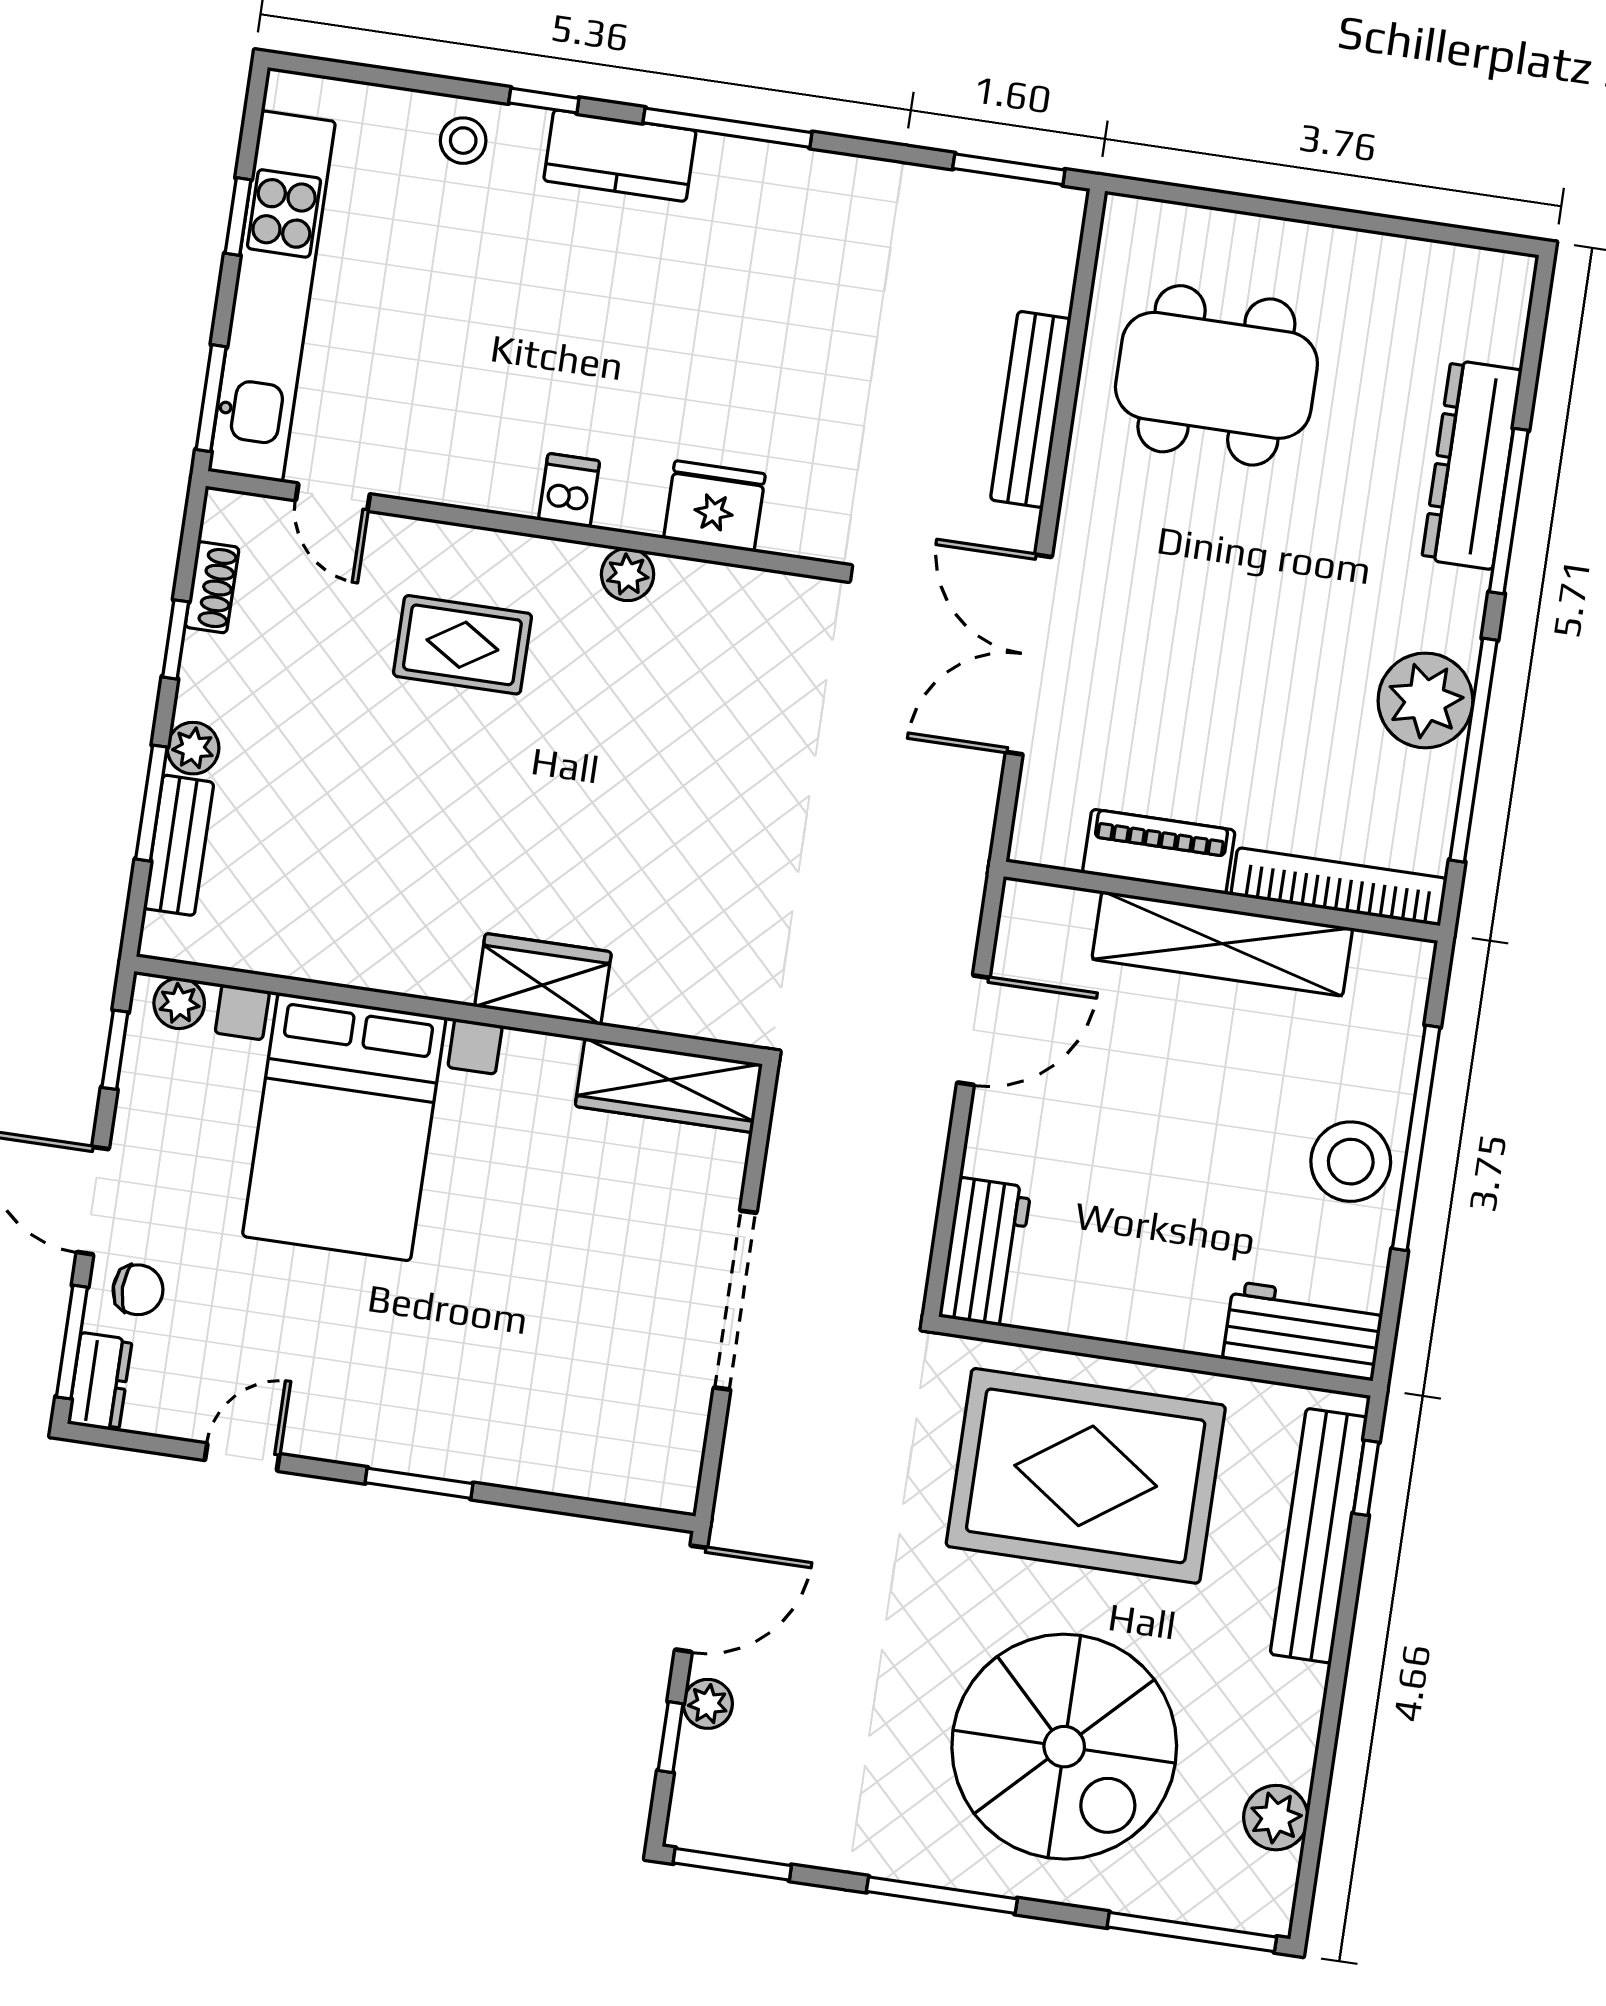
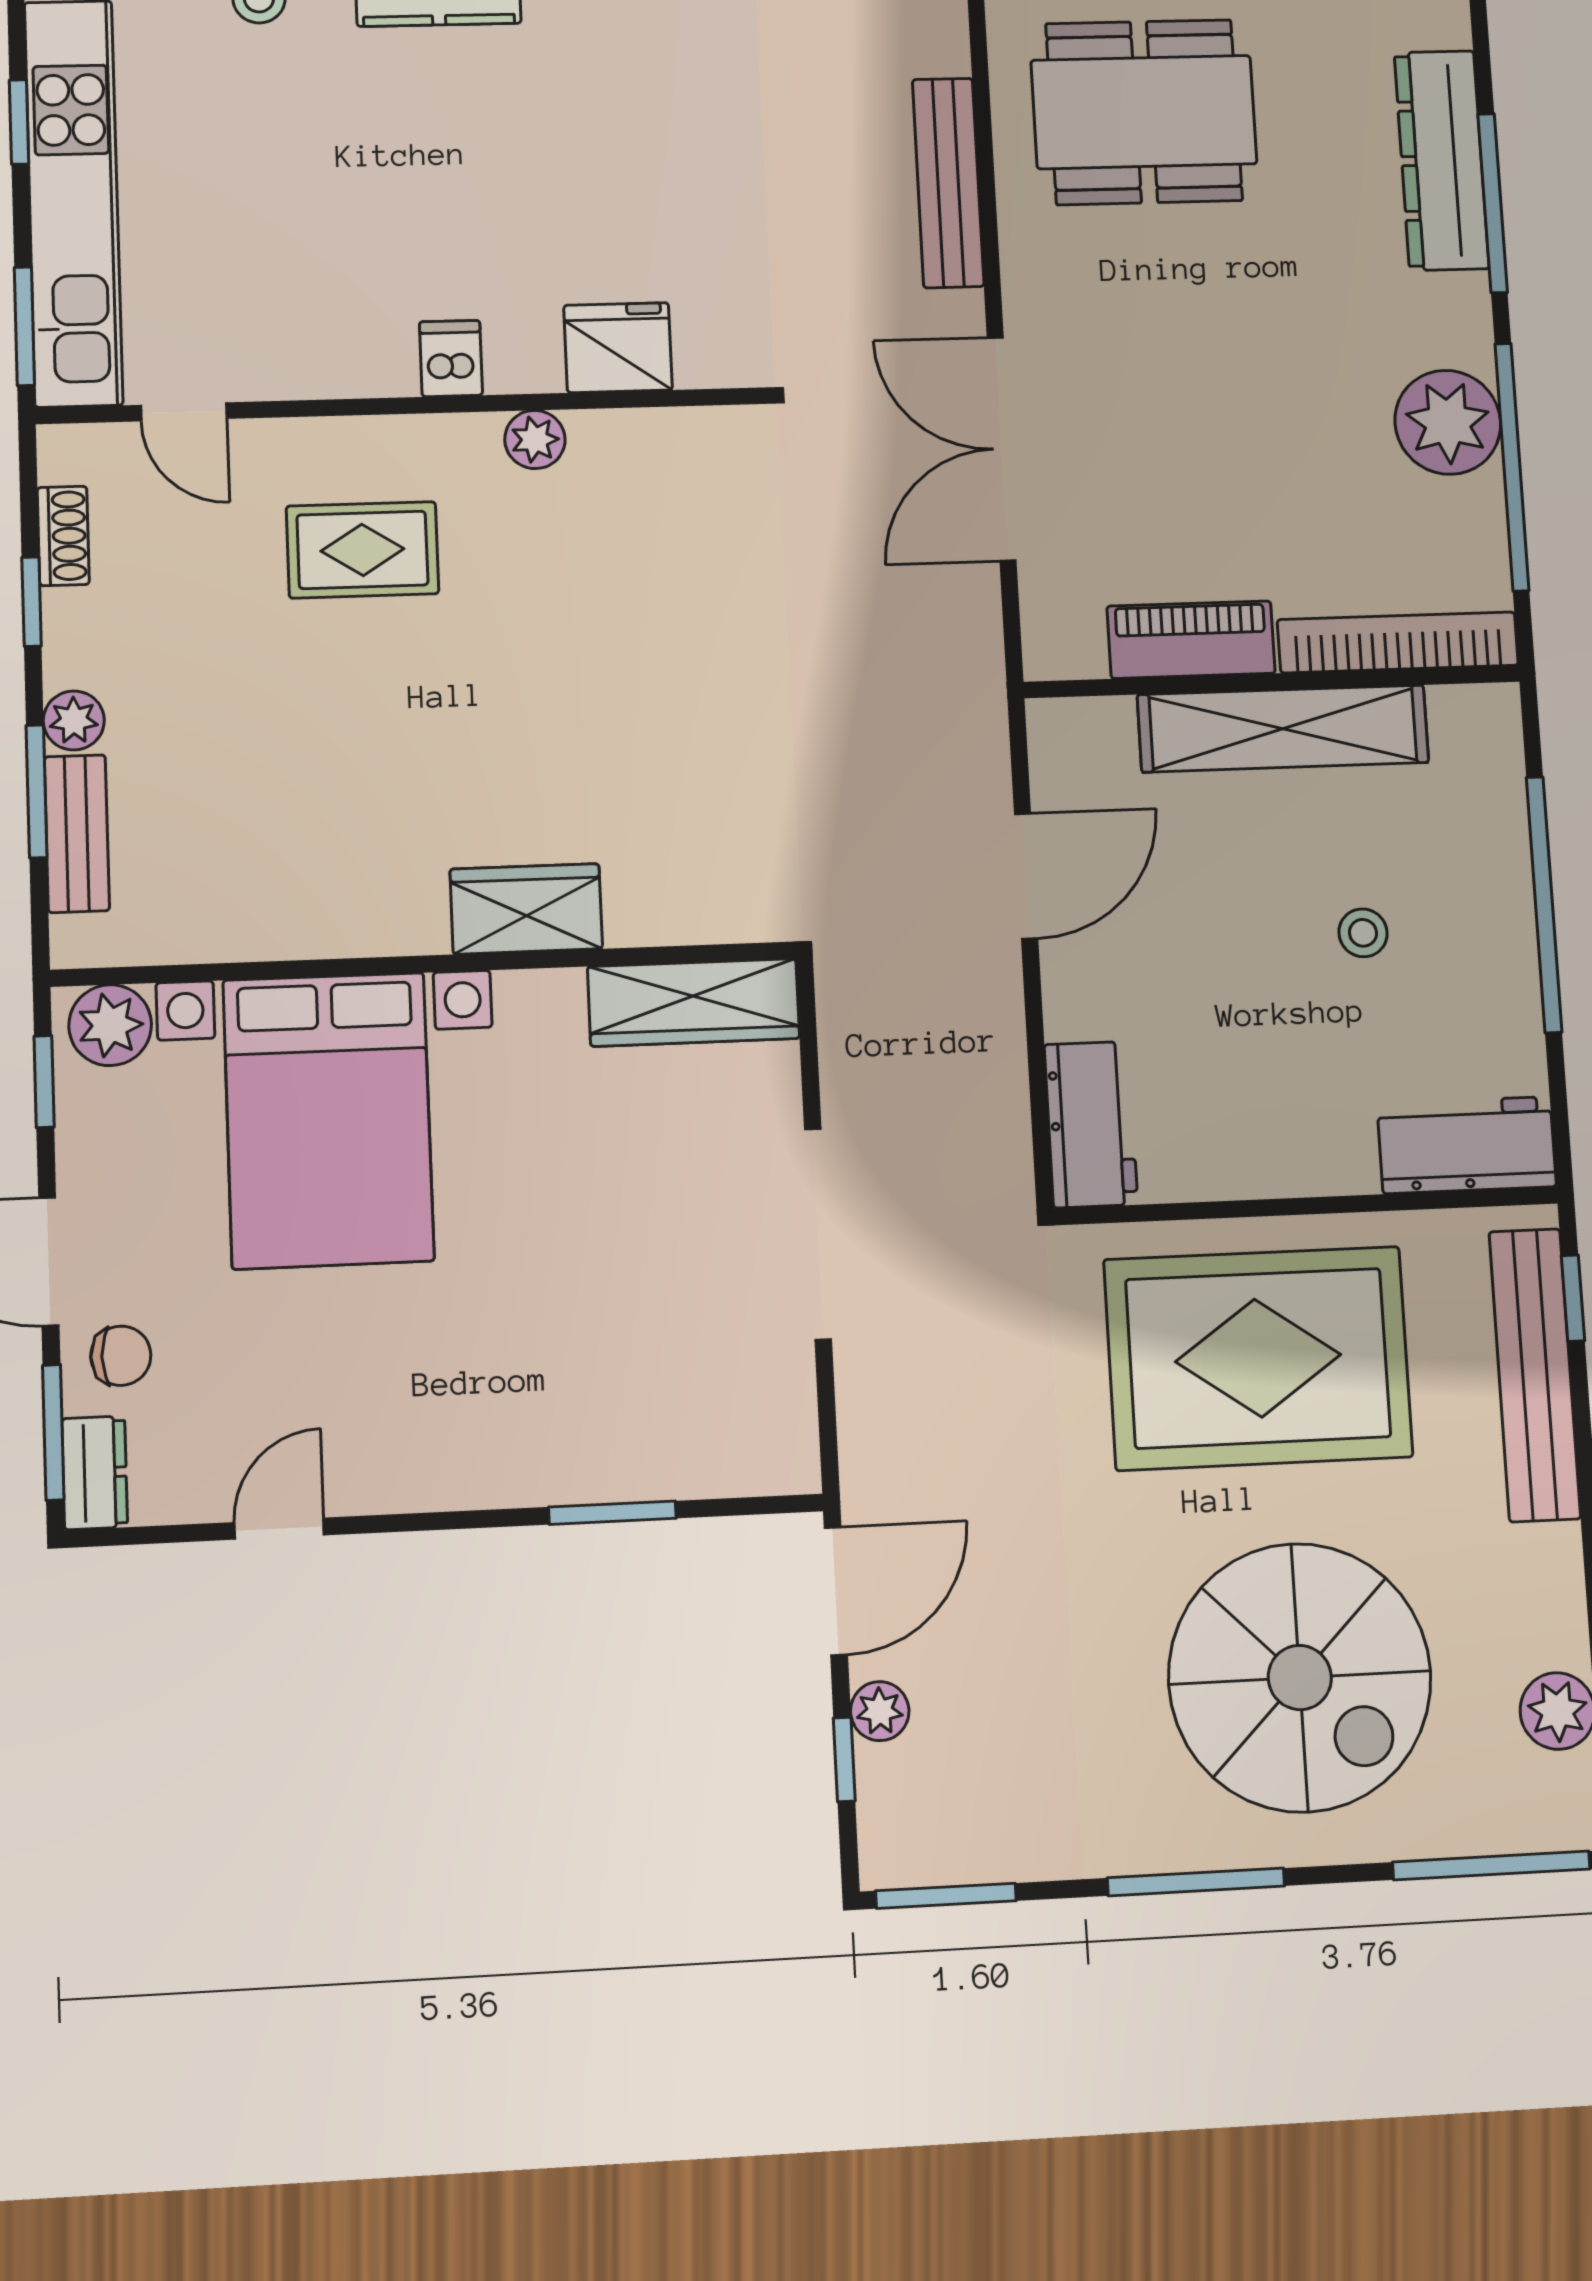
plant: (179, 1003) -> (110, 1025), width x1.38, depth x1.38
stool: (1351, 1162) -> (1363, 933), moved, width x0.53, depth x0.53
window: (419, 1483) -> (612, 1513), moved

